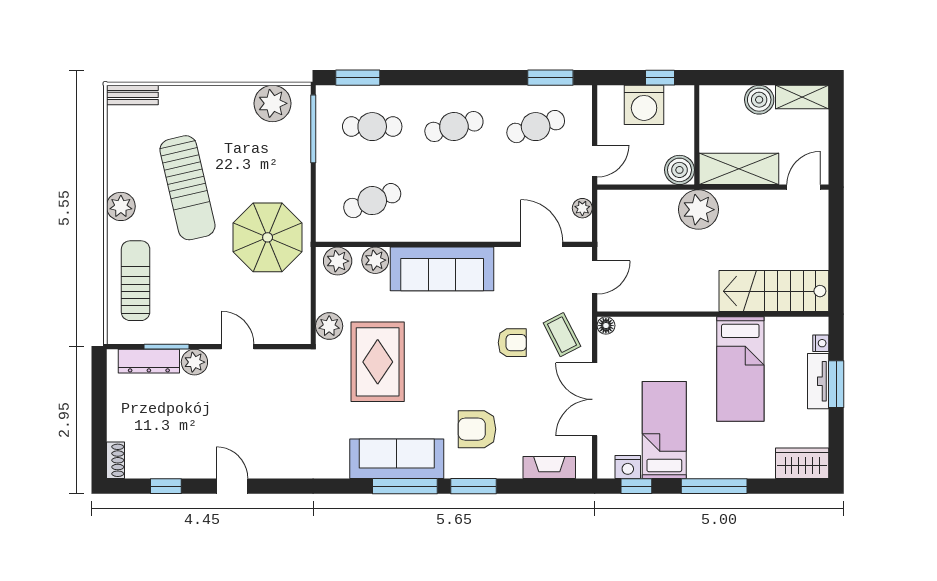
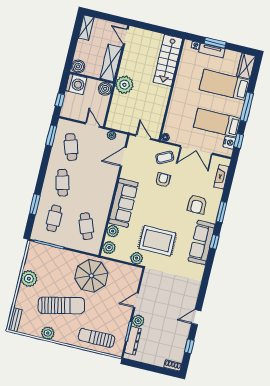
window: (358, 78) -> (35, 204), moved
window: (660, 78) -> (60, 100), moved
boiler: (759, 100) -> (78, 66), moved
plant: (273, 103) -> (29, 279), moved
washing machine: (644, 105) -> (76, 84), moved
plant: (121, 206) -> (48, 333), moved
bed: (740, 369) -> (224, 85), moved, turned 180
window: (405, 486) -> (214, 242), width x0.46

